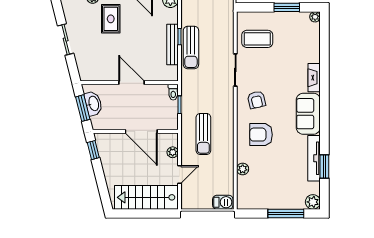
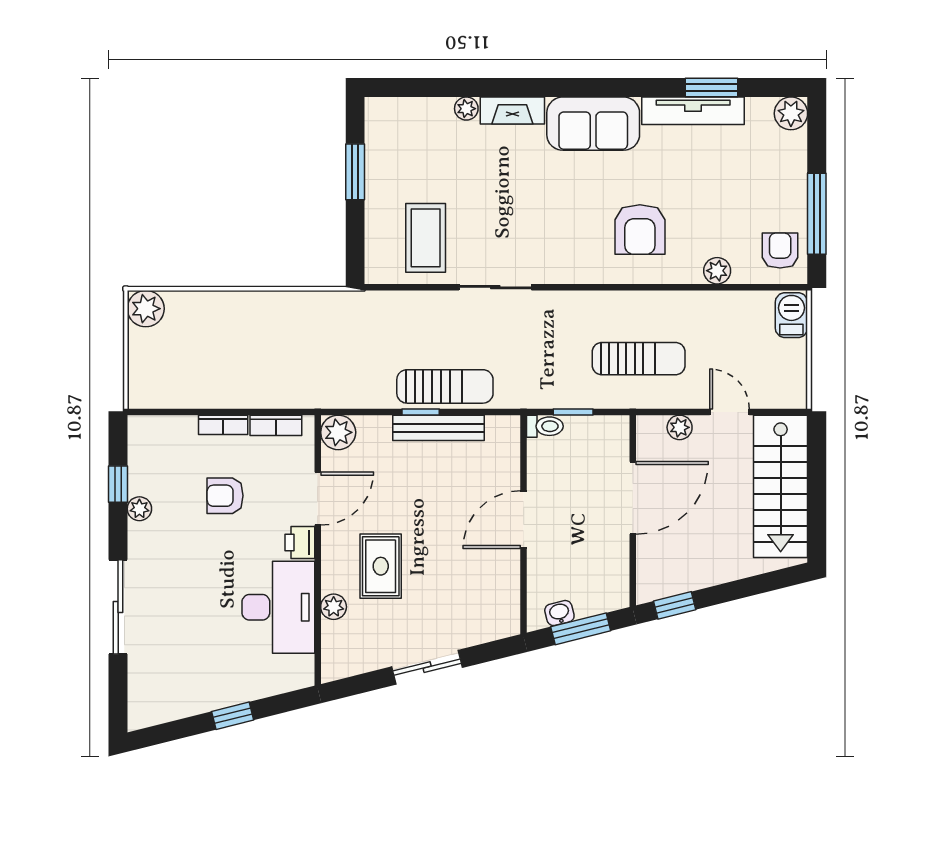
plant: (315, 17) -> (466, 109), moved
rug: (111, 19) -> (381, 566), turned 90
armchair: (256, 100) -> (780, 251), moved, turned -77
washbasin: (93, 104) -> (559, 613), width x0.52, depth x0.69
window: (286, 214) -> (817, 214), moved

